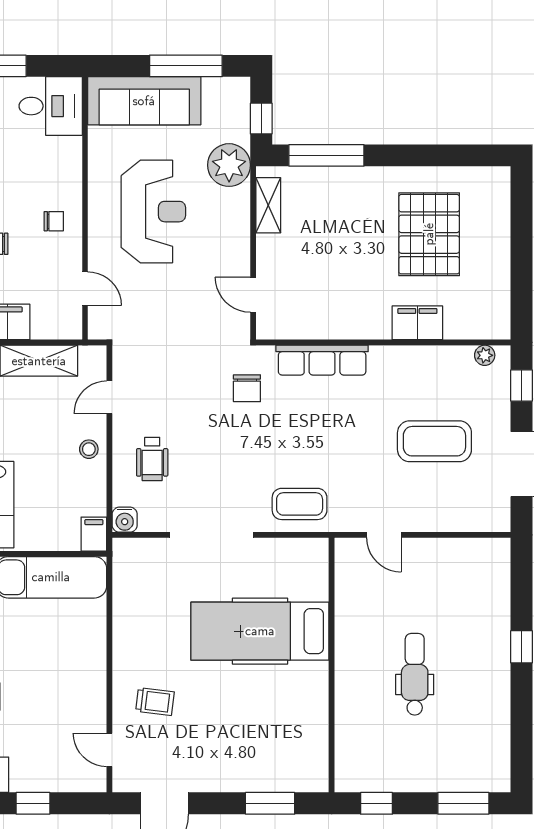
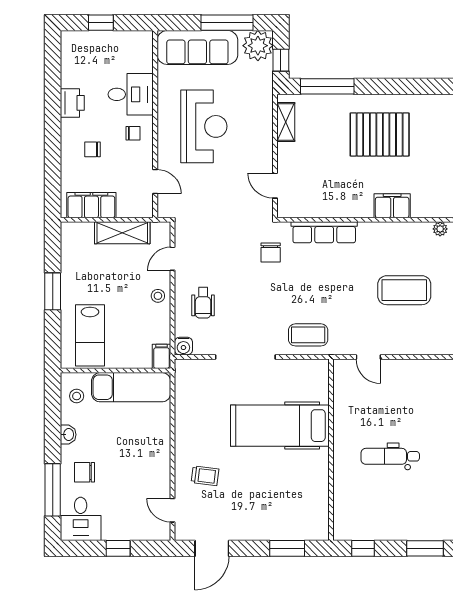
desk: (51, 106) -> (131, 94), moved
plant: (229, 165) -> (258, 46), moved
pallet: (429, 234) -> (380, 134), moved, turned 90
dental chair: (415, 674) -> (390, 456), turned -90

